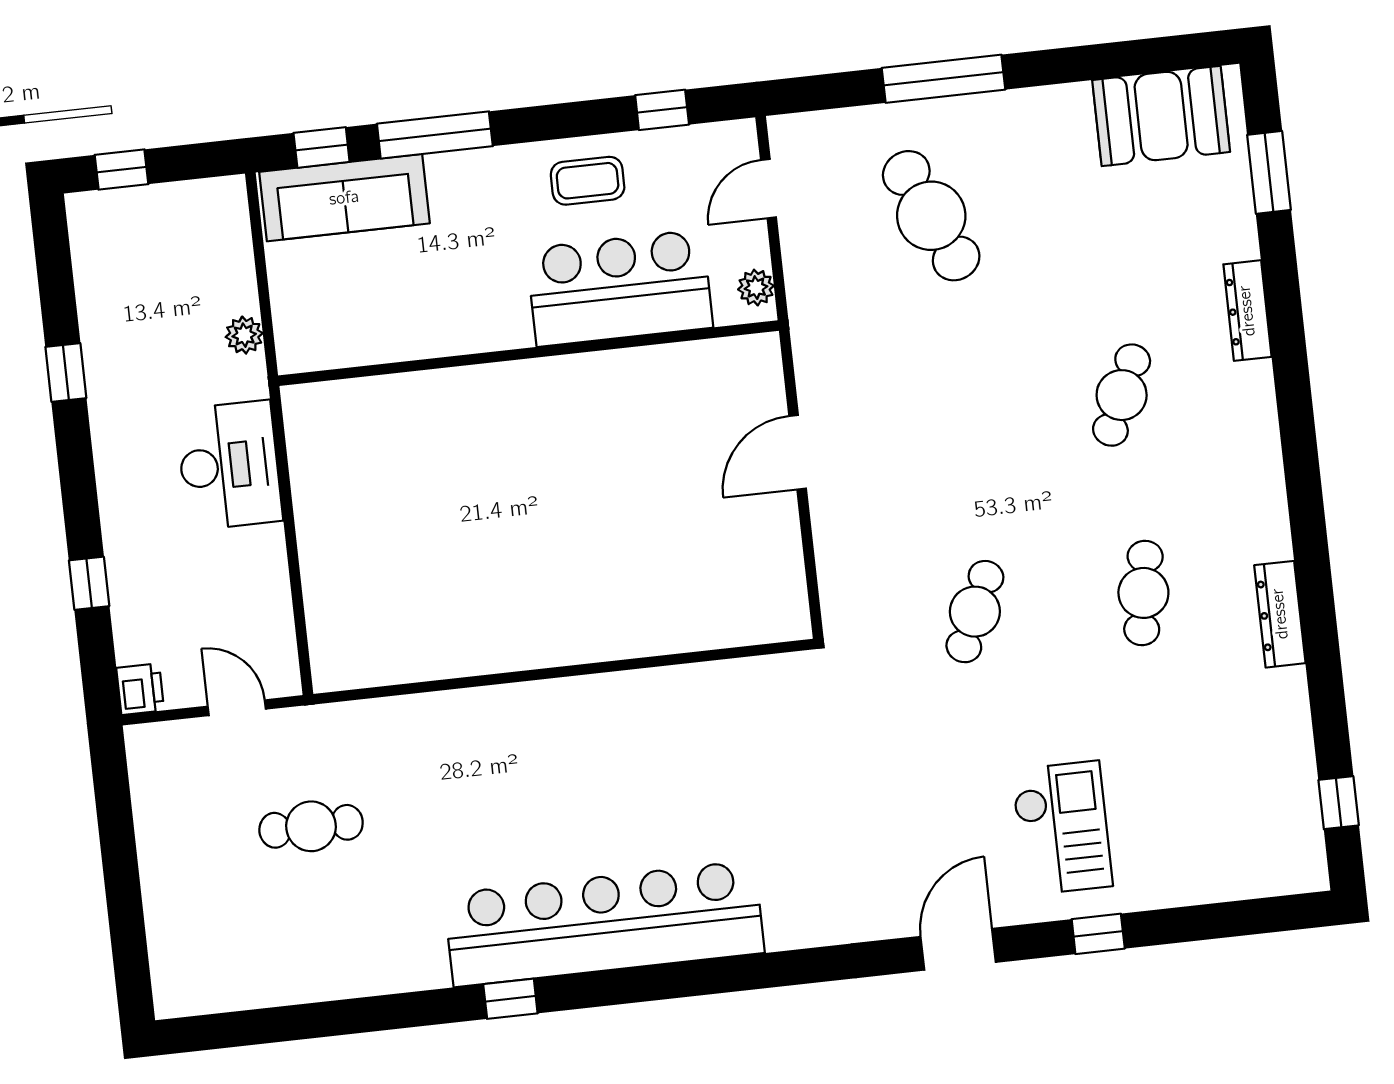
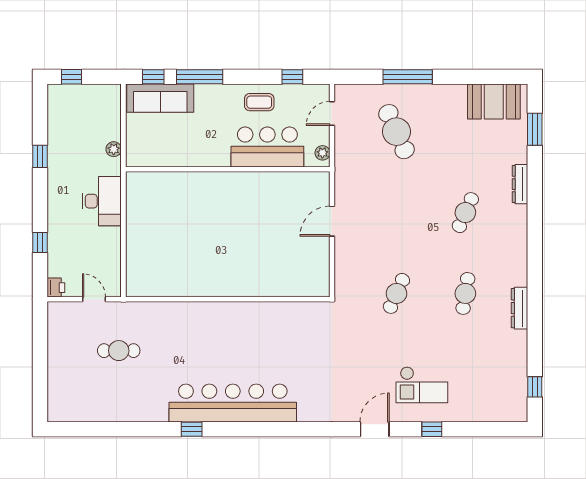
checkout: (1062, 828) -> (422, 385), turned 90

